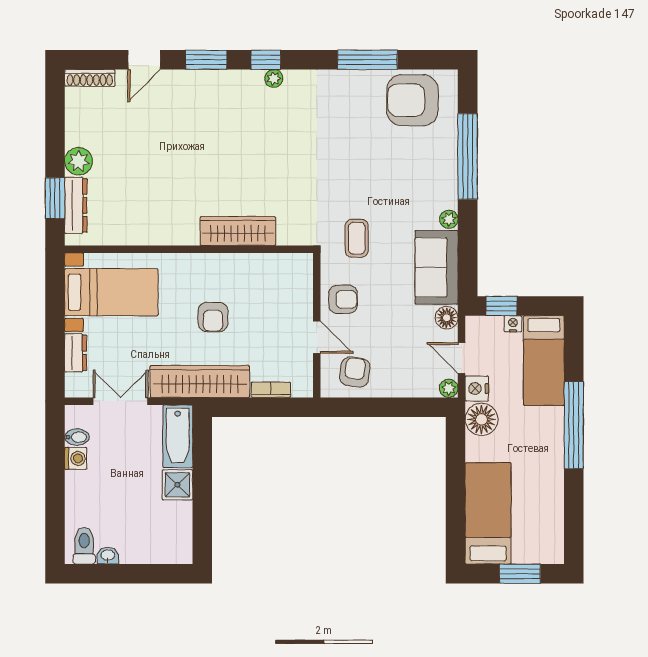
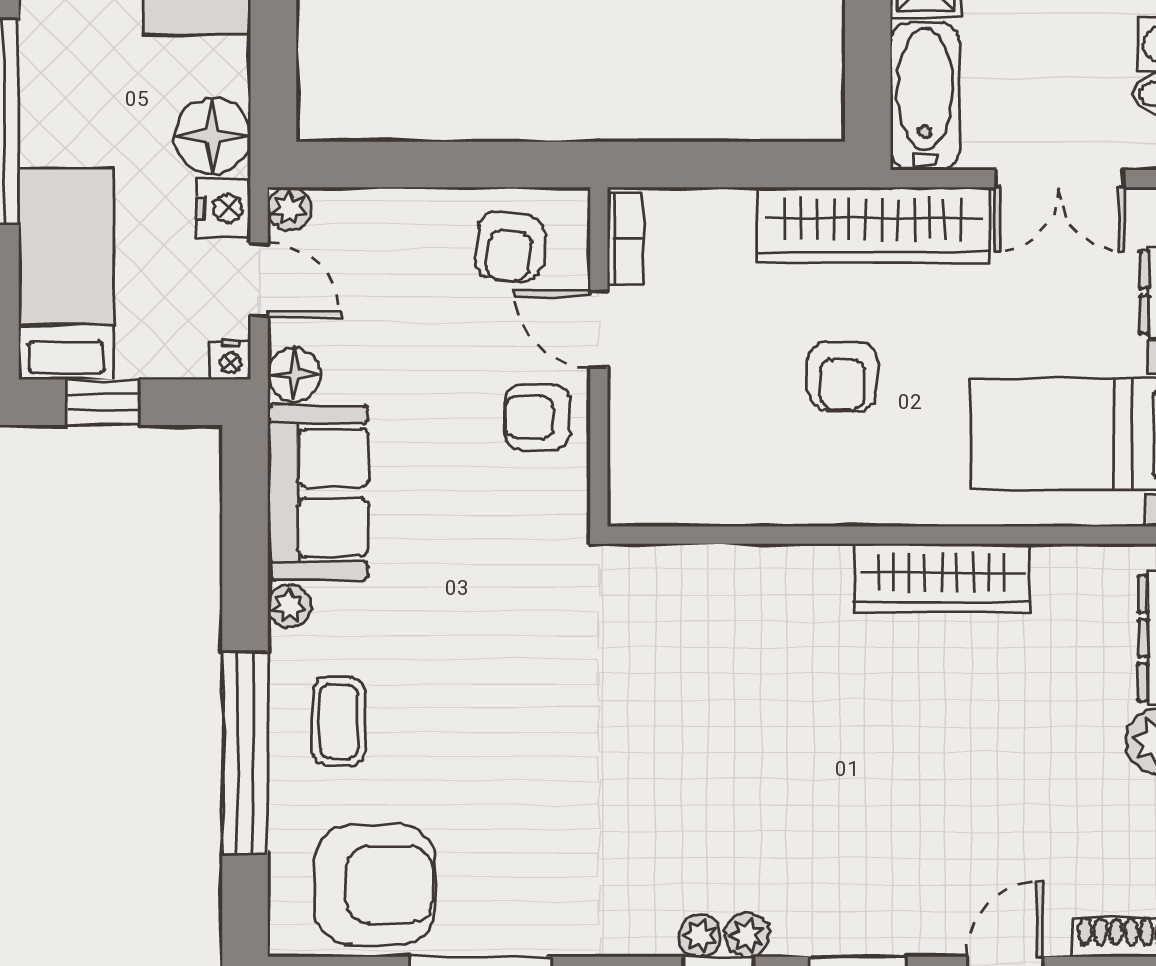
plant: (253, 79) -> (747, 935), added
wardrobe: (238, 231) -> (941, 578), moved
coffee table: (357, 238) -> (339, 722), moved
window: (501, 306) -> (103, 402), moved
armchair: (213, 317) -> (842, 376), turned 180
nightstand: (513, 324) -> (230, 360), moved
bookcase: (271, 390) -> (626, 239), moved, turned -90

